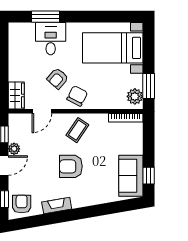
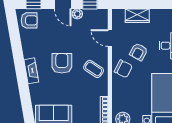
armchair: (58, 78) -> (139, 52), turned -103
wardrobe: (16, 95) -> (137, 16), moved
fireplace: (57, 206) -> (31, 71), moved

